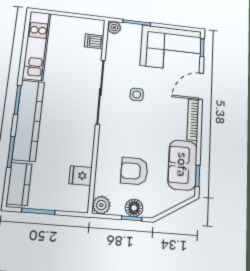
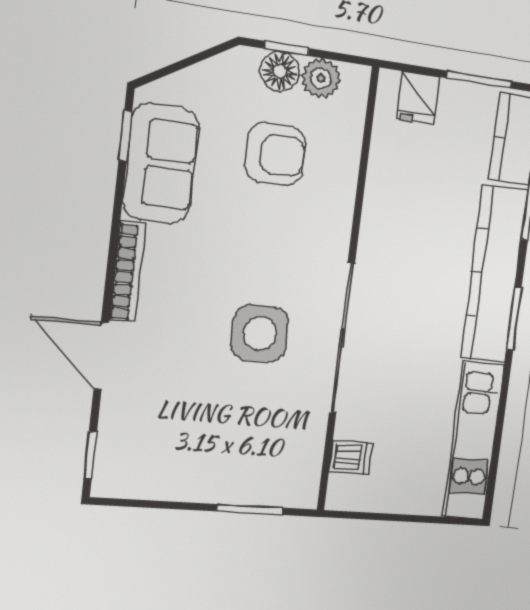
plant: (114, 28) -> (304, 494), removed
corner sofa: (171, 48) -> (170, 449), removed
door: (201, 86) -> (101, 356), swing flipped
side table: (137, 94) -> (260, 333), width x1.87, depth x1.87
fridge: (81, 176) -> (418, 98), moved, turned 90
plant: (101, 205) -> (321, 78), moved

